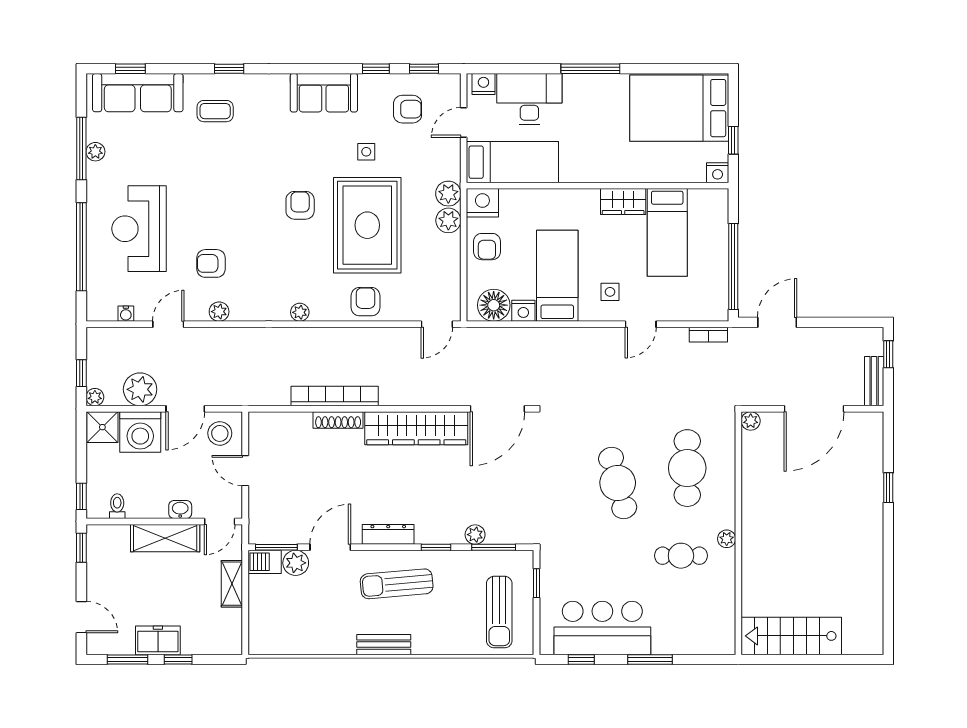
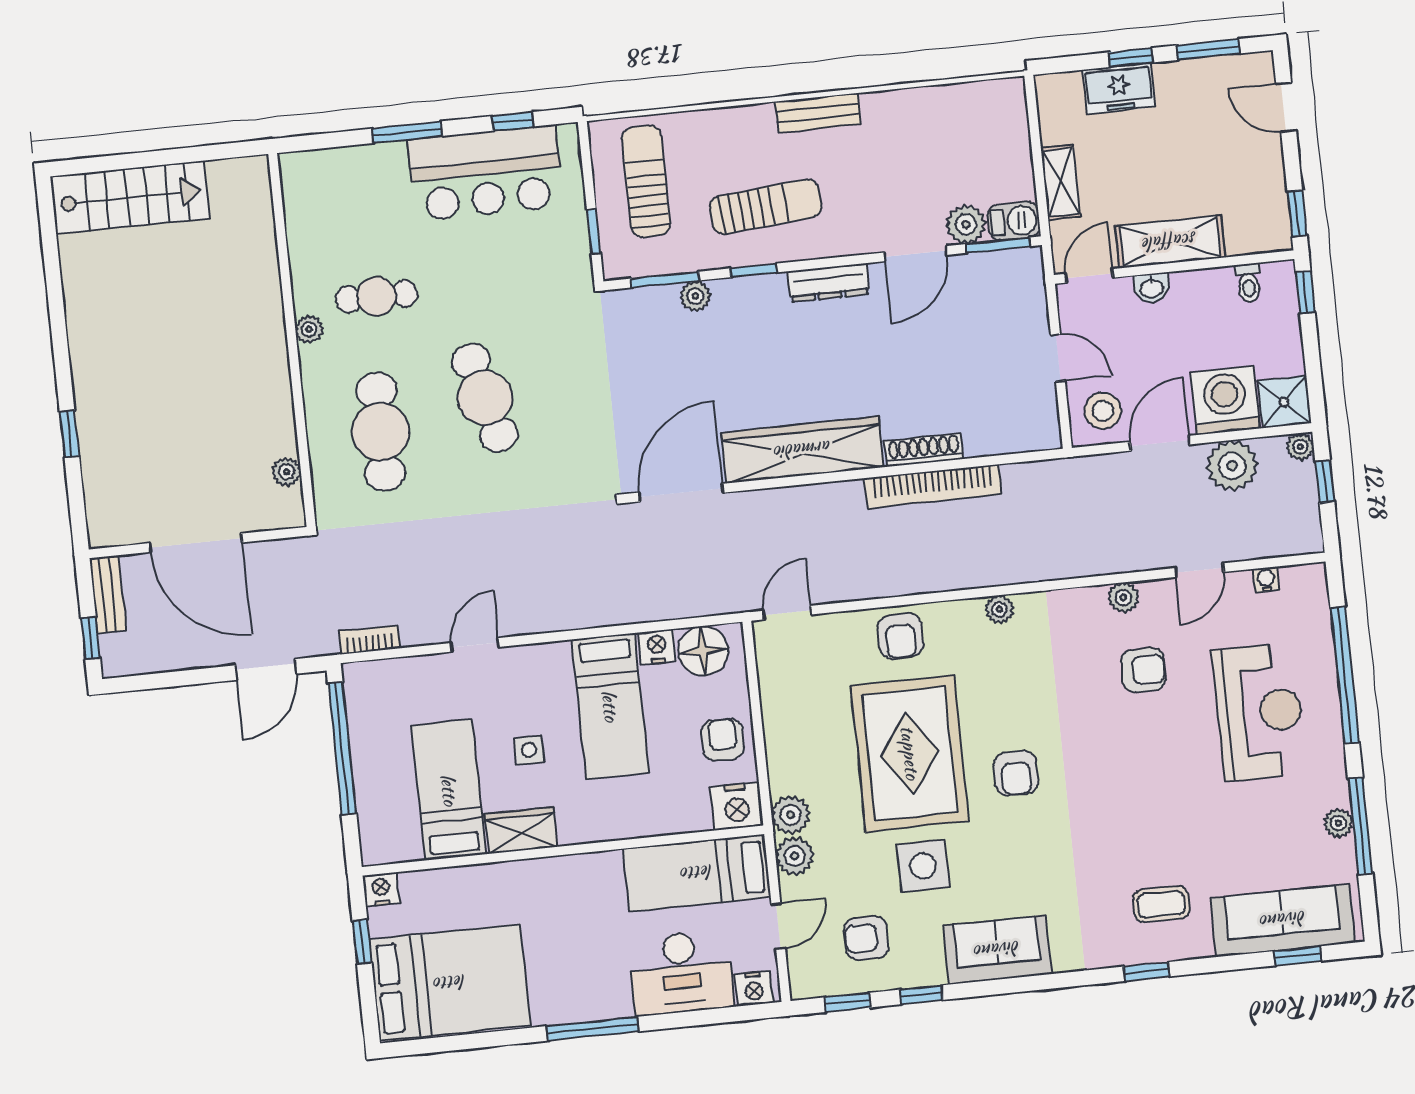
side table: (366, 152) -> (923, 866), width x1.87, depth x1.87
plant: (448, 220) -> (795, 856), moved
side table: (610, 292) -> (529, 750), moved
door: (814, 409) -> (196, 543), swing flipped
plant: (751, 421) -> (287, 472), moved
sun lounger: (397, 584) -> (766, 207), moved
stairs: (791, 636) -> (130, 197), moved
freezer: (158, 640) -> (1119, 88), moved

